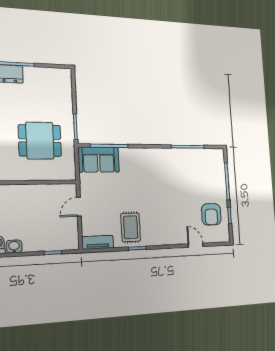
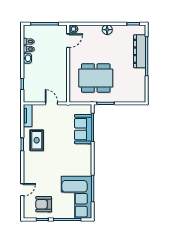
dining table: (40, 141) -> (96, 78), width x1.38
sofa: (99, 160) -> (83, 129), moved
corner sofa: (200, 169) -> (76, 197), added
rug: (131, 227) -> (37, 140), turned 90

